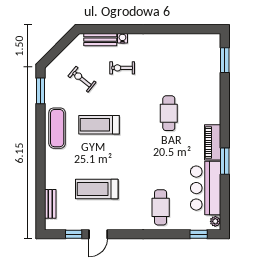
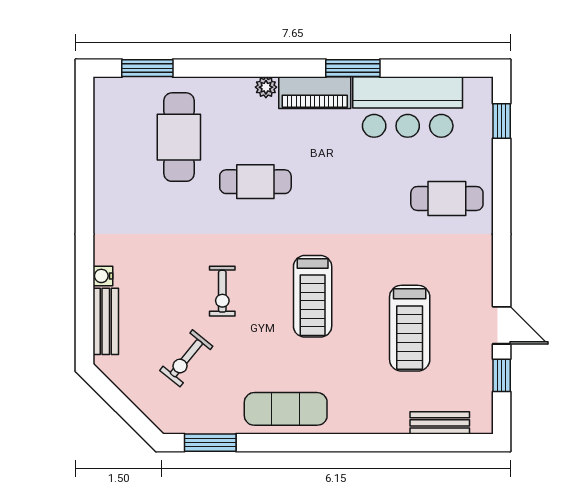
exercise bike: (122, 68) -> (222, 291), moved
cafe table: (191, 76) -> (179, 137), added
treadmill: (99, 125) -> (313, 296), moved
plant: (215, 221) -> (266, 87), moved

